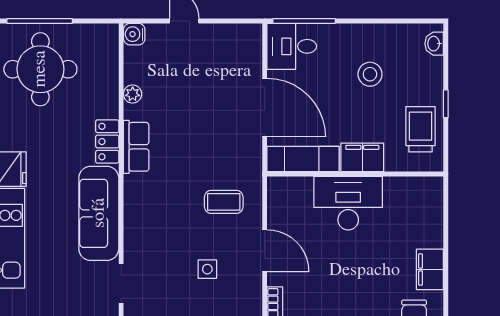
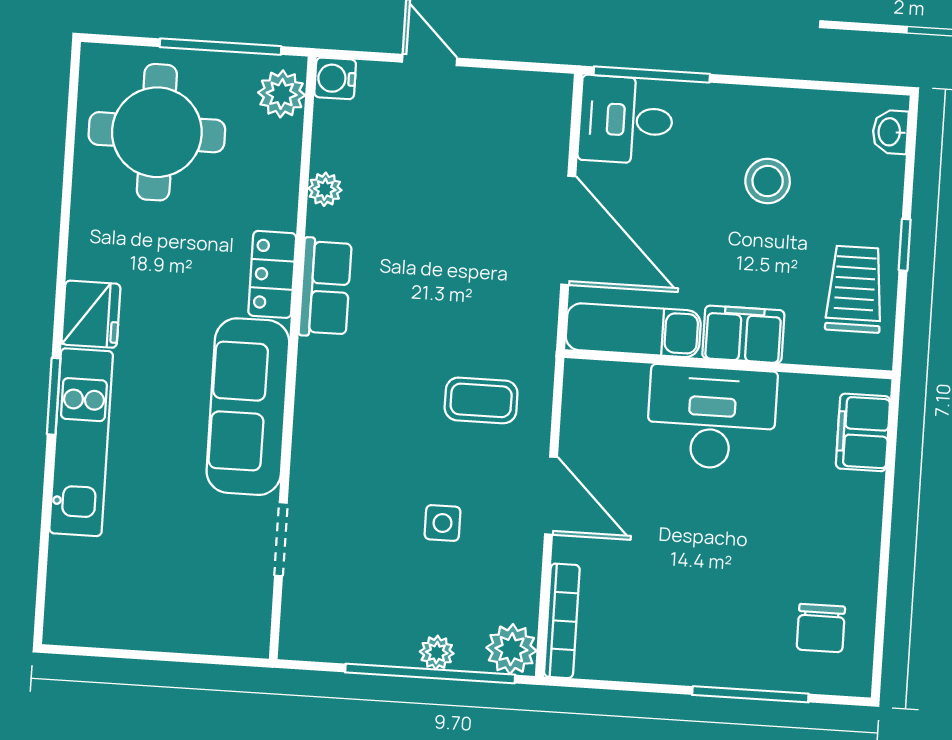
window: (40, 21) -> (221, 47), moved
plant: (106, 44) -> (282, 94), added
filing cabinet: (430, 269) -> (863, 432), moved

